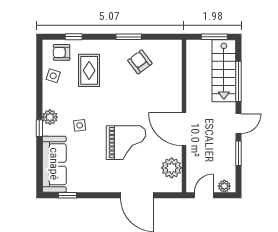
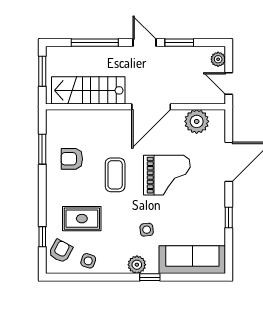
window: (129, 37) -> (42, 149), moved
armchair: (61, 52) -> (61, 251), turned -152
armchair: (140, 62) -> (72, 159), turned 37
stairs: (224, 71) -> (88, 90), moved, turned 180
coffee table: (126, 99) -> (115, 175), added
grand piano: (126, 143) -> (167, 175), turned 90
window: (67, 195) -> (229, 218), moved

